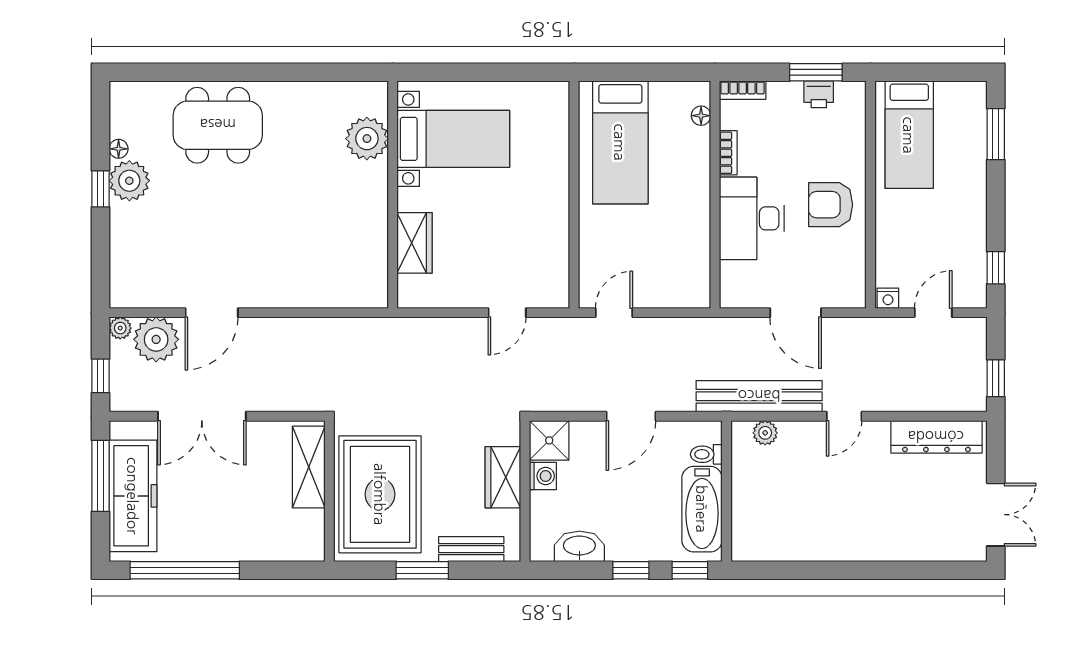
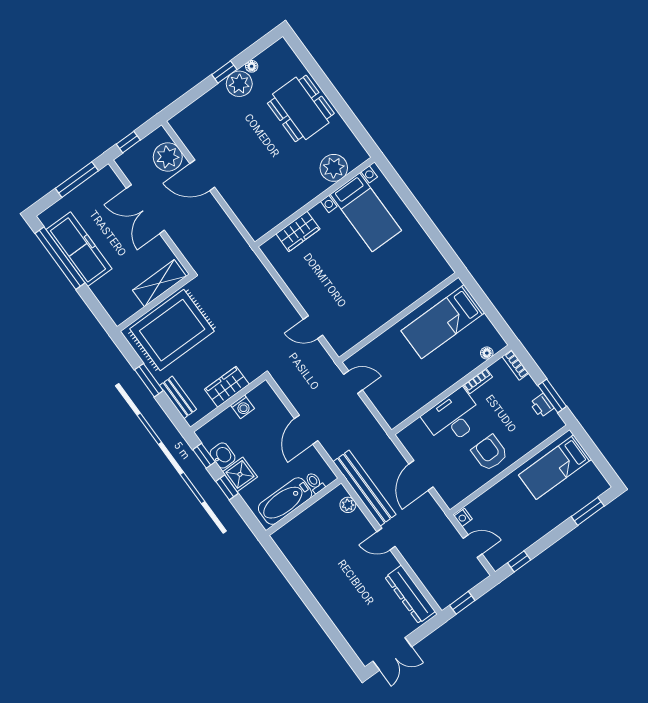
plant: (367, 139) -> (334, 168), moved
bed with nightstands: (453, 139) -> (366, 212), moved
wall: (393, 195) -> (315, 202), moved
wardrobe: (415, 243) -> (298, 231), moved
plant: (120, 328) -> (160, 134), removed
door: (631, 416) -> (306, 430), hinge flipped
shower: (549, 440) -> (240, 474), moved
freezer: (133, 496) -> (79, 249), moved, turned -90
washbasin: (579, 546) -> (223, 455), width x0.72
window: (690, 570) -> (204, 456), moved

